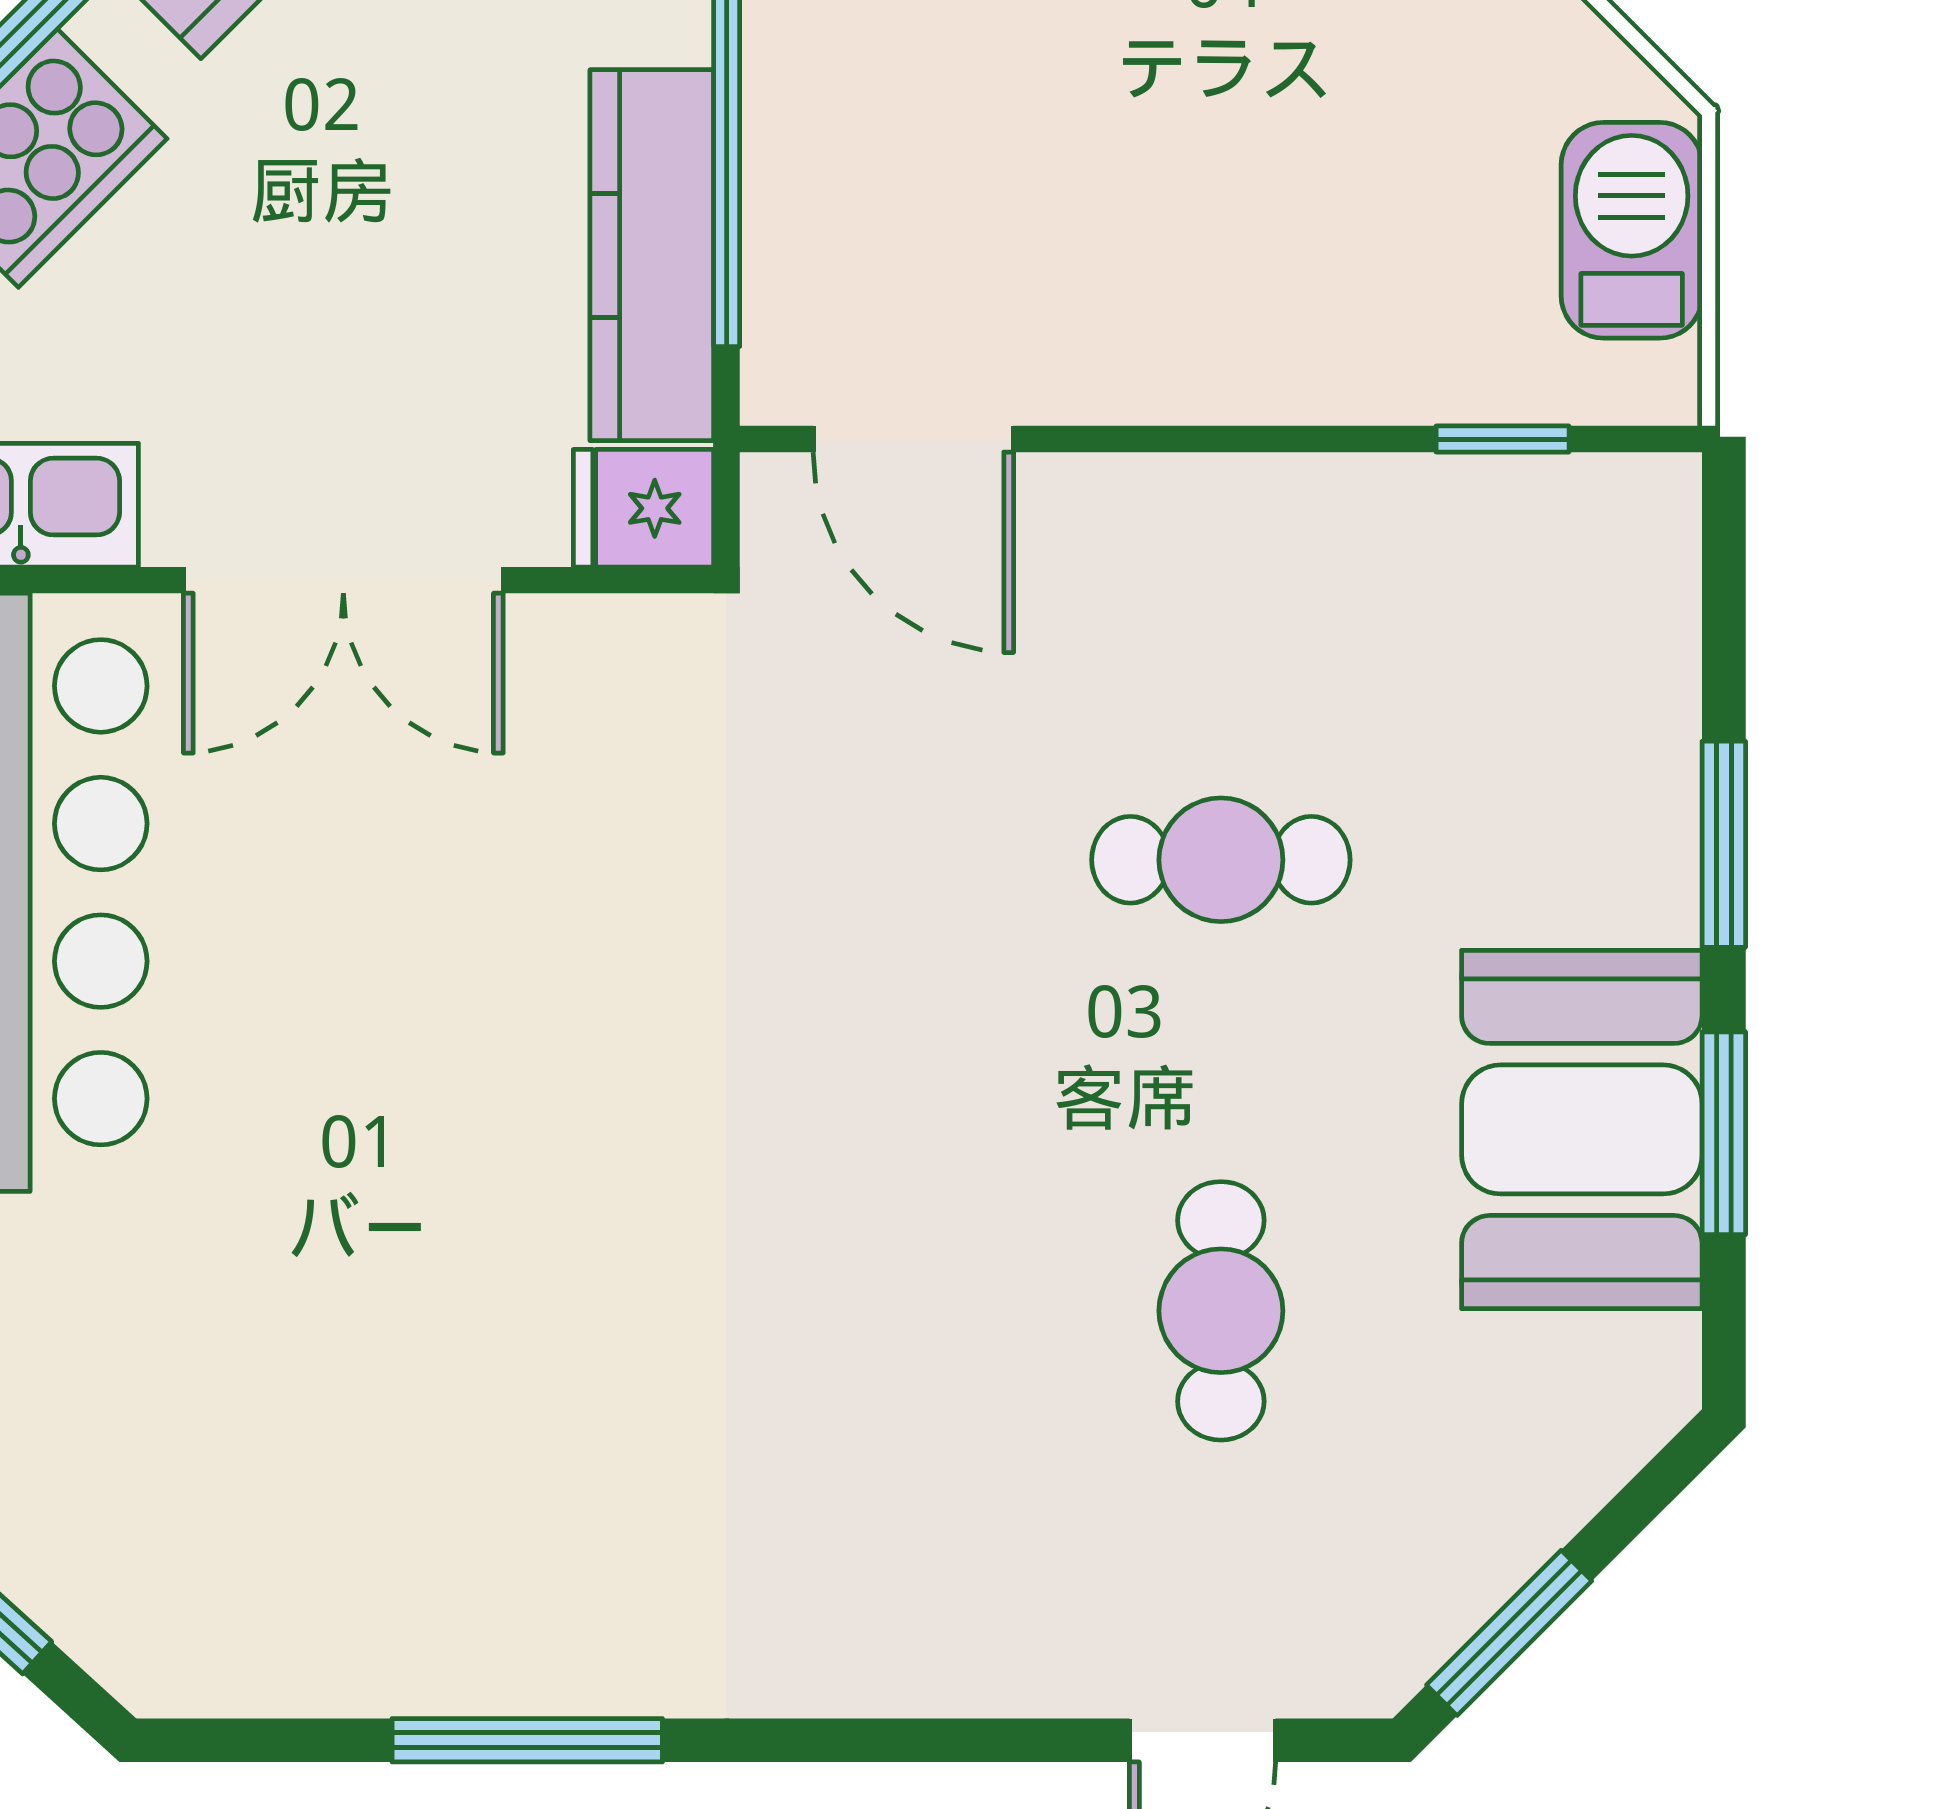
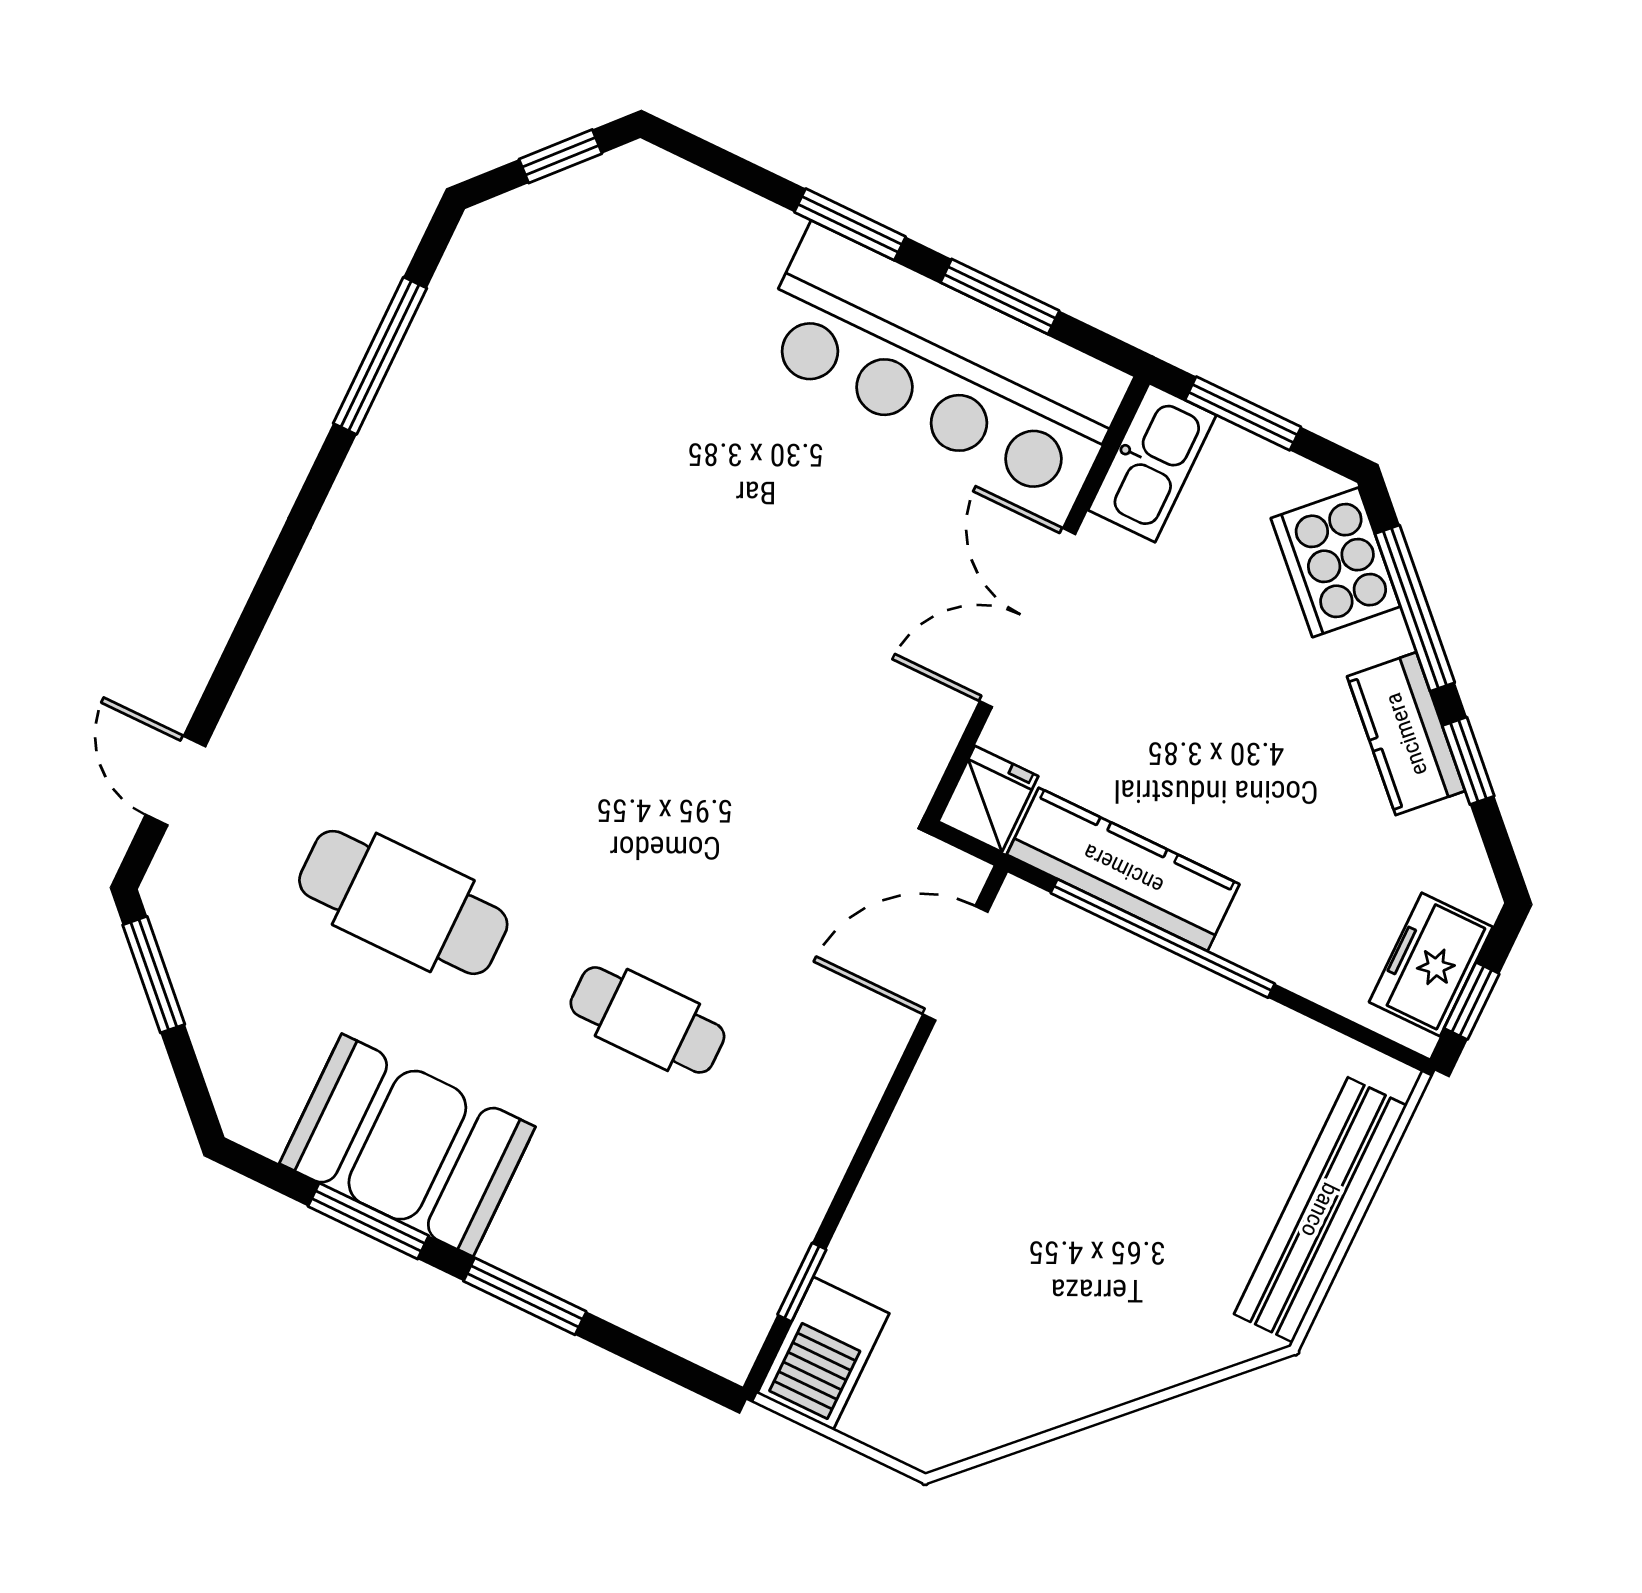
barbecue: (1632, 230) -> (823, 1353), moved, turned 90
cafe table: (1221, 860) -> (647, 1020), turned 90
cafe table: (1221, 1311) -> (403, 902), width x1.37, depth x1.35
window: (527, 1740) -> (380, 356), moved

